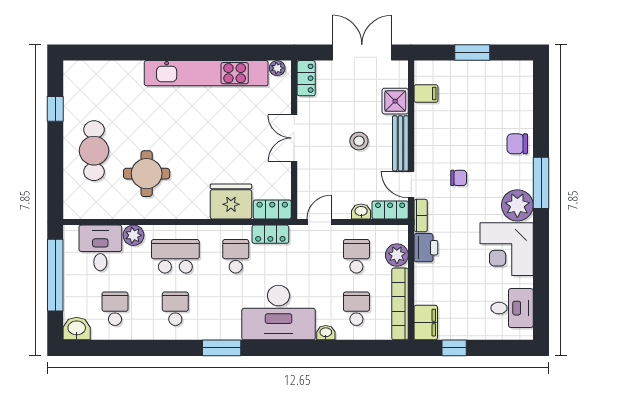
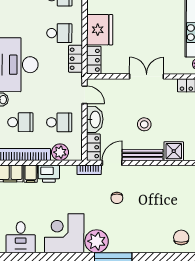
filing cabinet: (426, 94) -> (31, 174), moved
chair: (517, 144) -> (181, 237), moved
washbasin: (361, 211) -> (95, 119), width x1.91, depth x1.45
printer: (426, 248) -> (49, 174), moved

